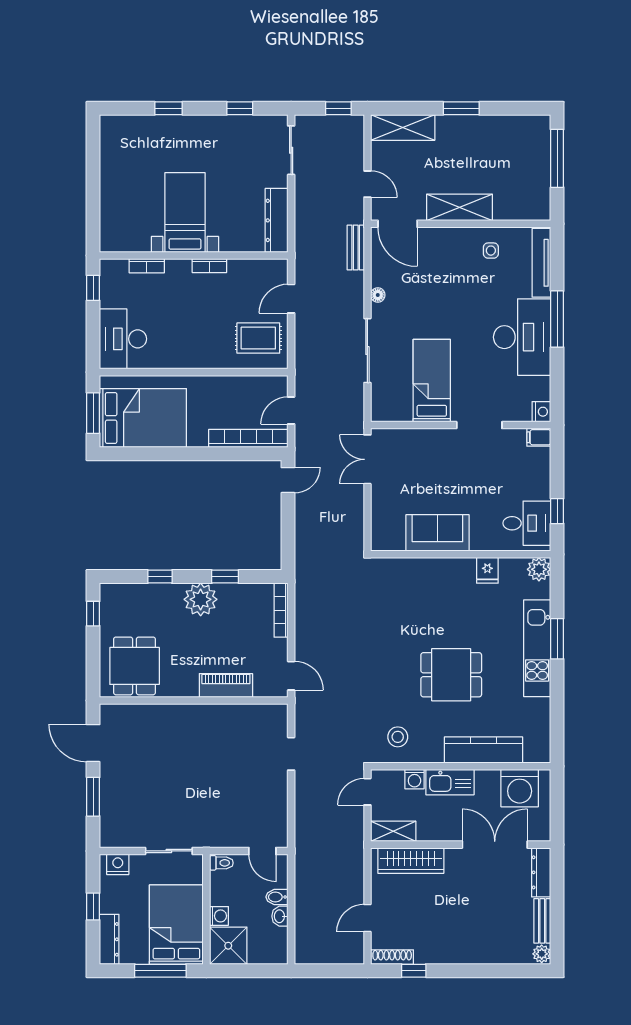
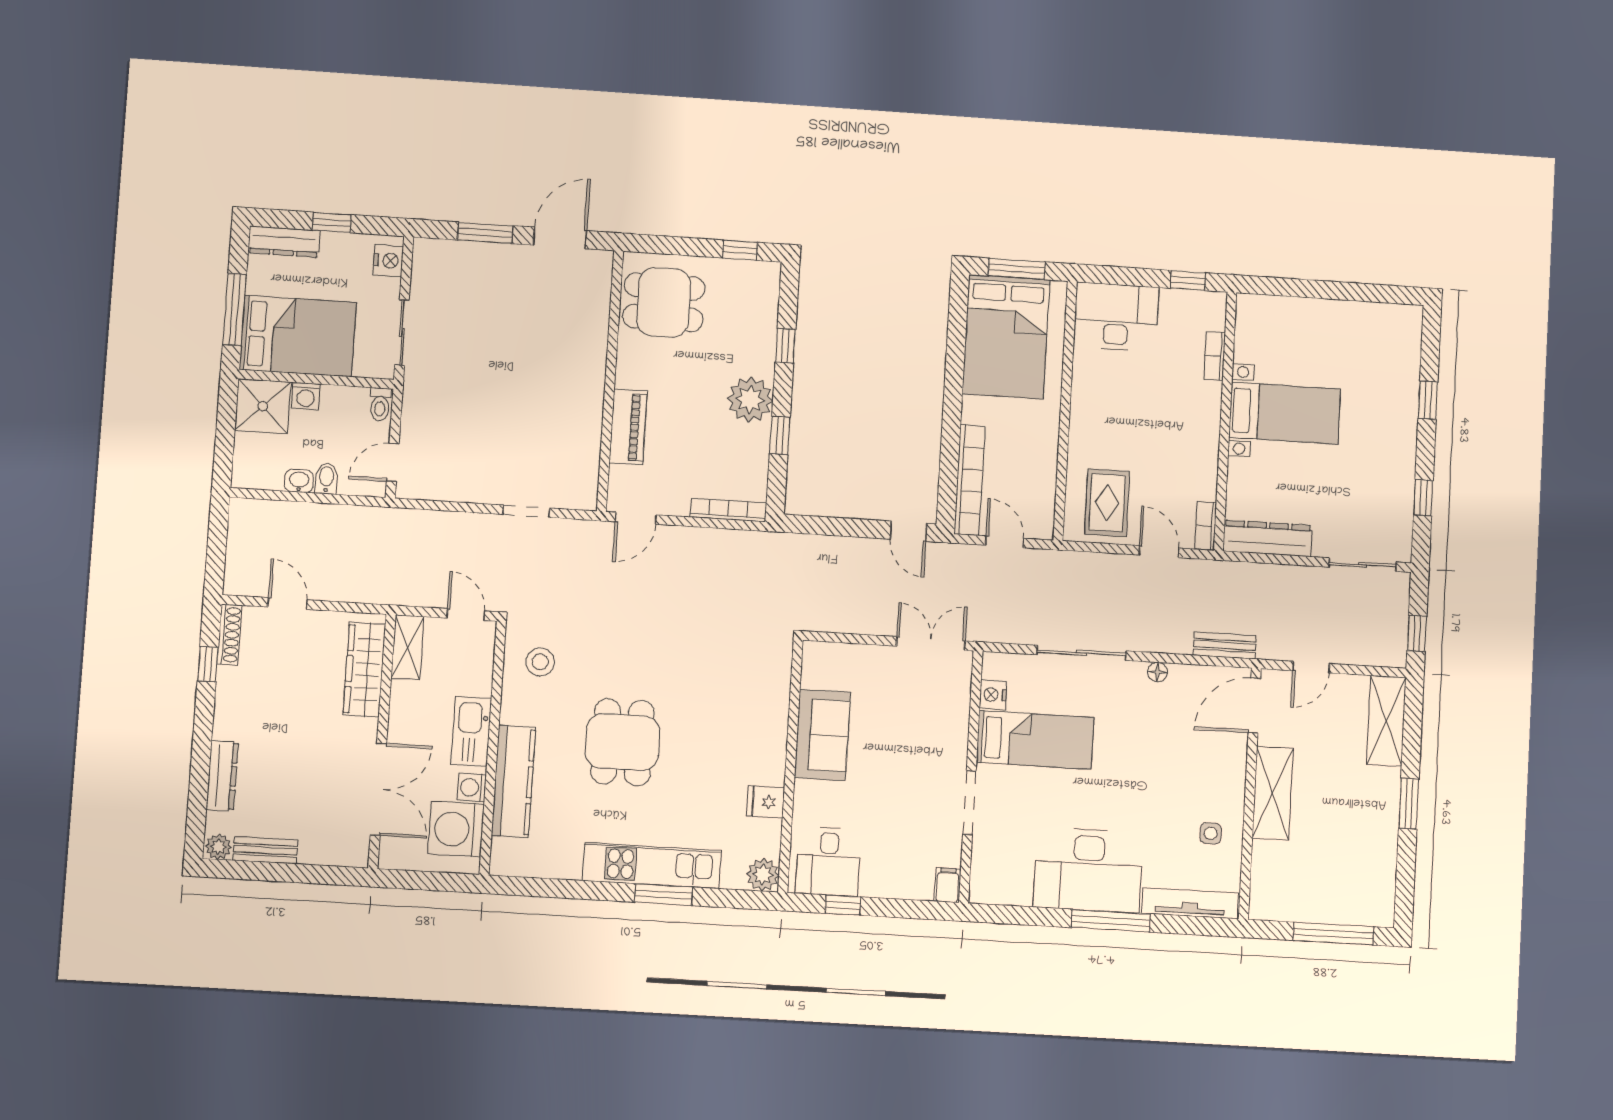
bookcase: (209, 266) -> (1206, 526), moved
nightstand: (541, 412) -> (993, 695), moved, turned 90
washing machine: (414, 779) -> (472, 787), moved
dresser: (541, 872) -> (222, 776), moved, turned 90

